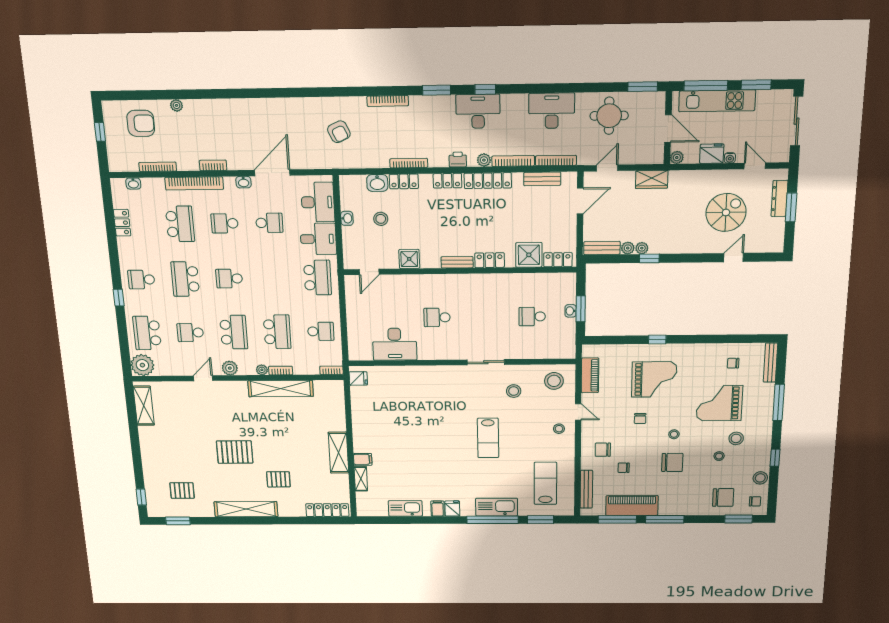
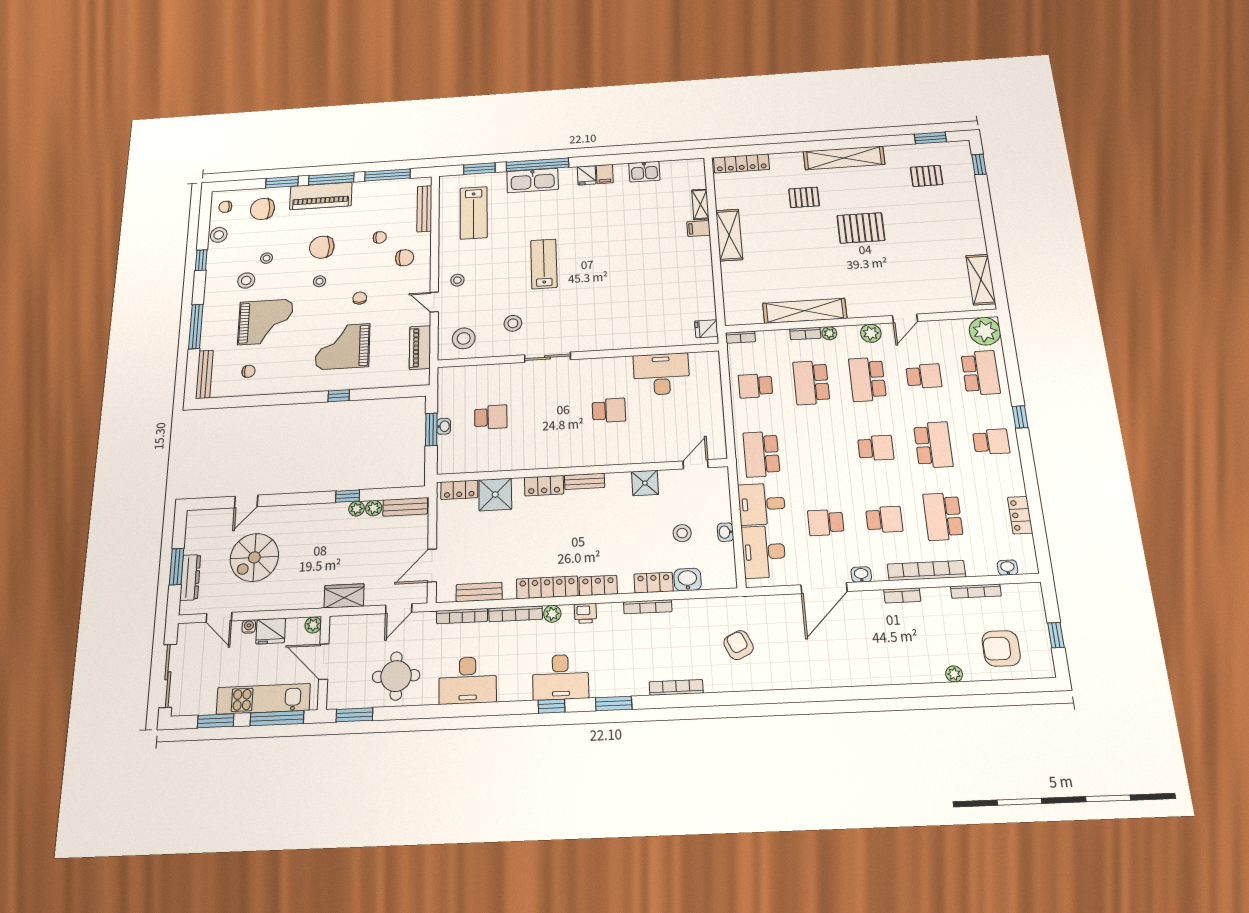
piano: (632, 506) -> (321, 196), moved
kitchen sink: (405, 508) -> (644, 172), width x0.73
window: (739, 519) -> (282, 182), moved

